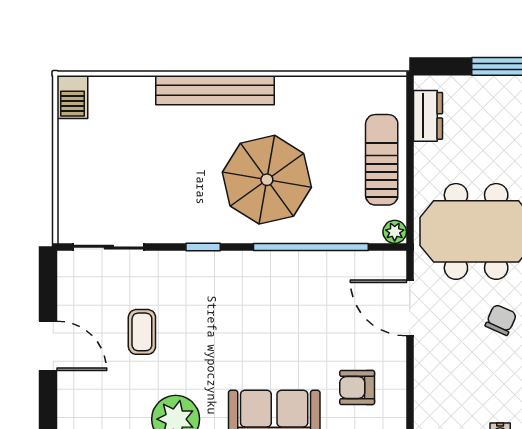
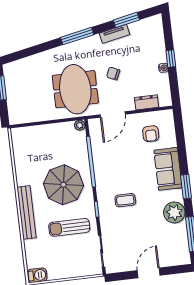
dresser: (428, 116) -> (147, 102), moved
sun lounger: (382, 160) -> (69, 227), moved
coffee table: (142, 332) -> (125, 200), moved

